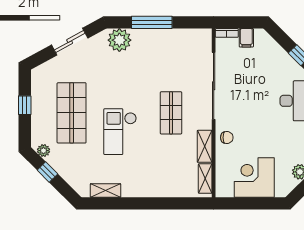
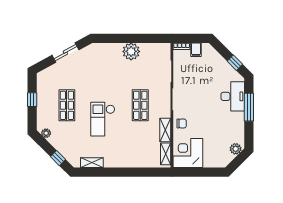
window: (152, 22) -> (126, 38), removed
plant: (119, 40) -> (131, 51), moved
shop shelf: (72, 113) -> (67, 105), width x0.70, depth x0.74
window: (47, 172) -> (58, 158), moved
corner desk: (254, 177) -> (188, 153), moved

